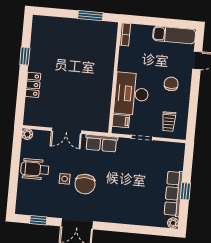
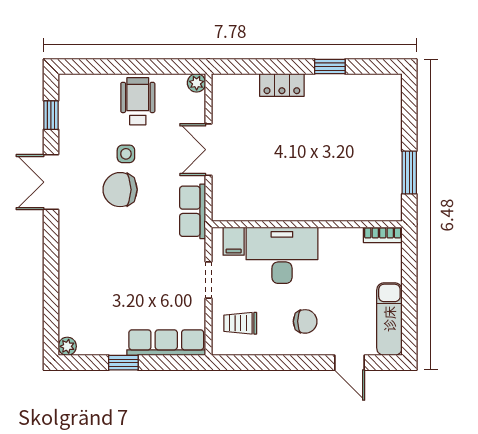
row of seats: (174, 194) -> (166, 343), moved

